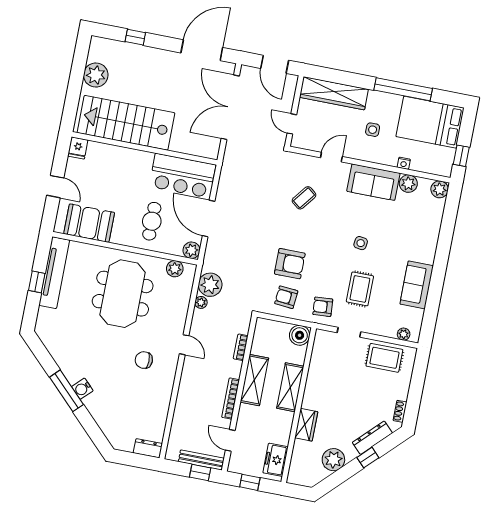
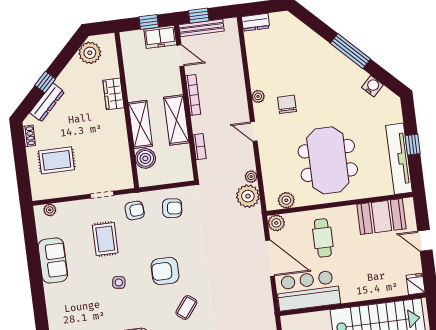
armchair: (290, 264) -> (165, 271), moved
boiler: (300, 335) -> (145, 158), moved
rug: (384, 358) -> (57, 160), moved
chair: (144, 360) -> (287, 104), turned -90
plant: (169, 377) -> (258, 96), added
water cooler: (82, 389) -> (372, 86), moved
freezer: (275, 460) -> (160, 37), moved, turned 90
plant: (333, 460) -> (90, 53), moved

